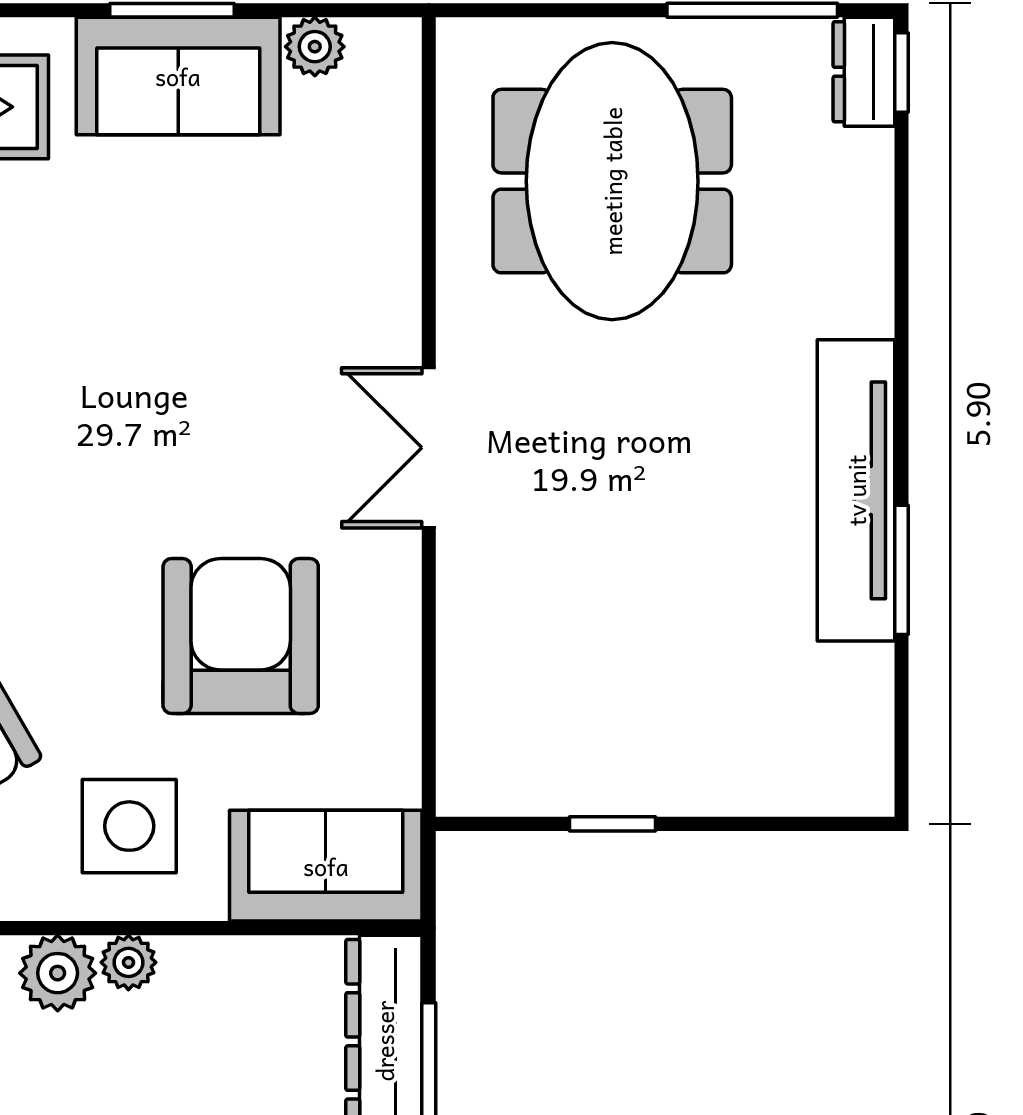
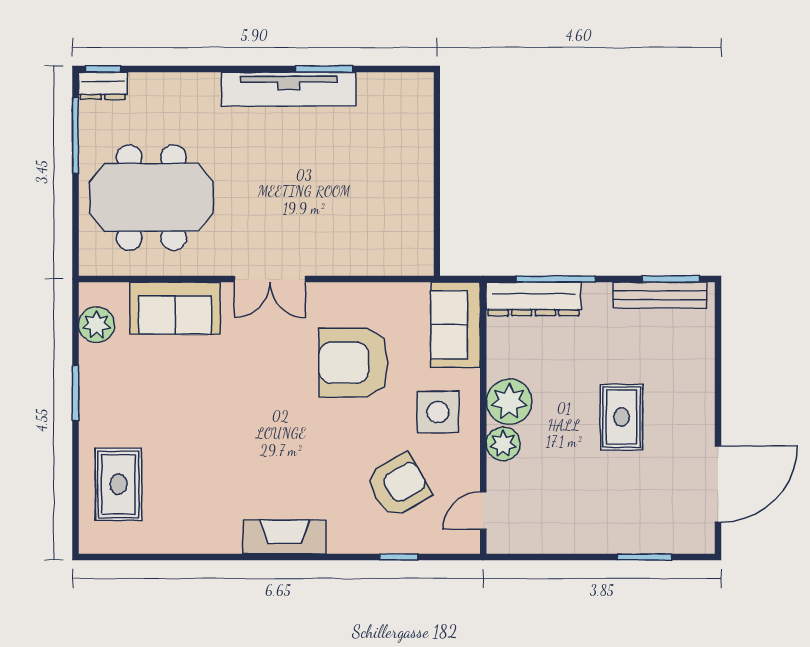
plant: (315, 47) -> (97, 325), width x1.38, depth x1.38
sofa: (178, 76) -> (175, 308), moved, turned 90
window: (613, 824) -> (437, 197), removed
plant: (128, 962) -> (509, 402), width x1.87, depth x1.87

